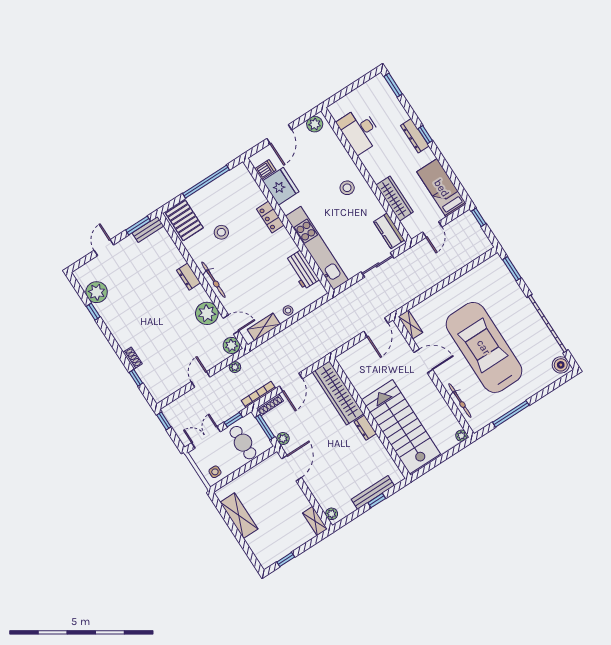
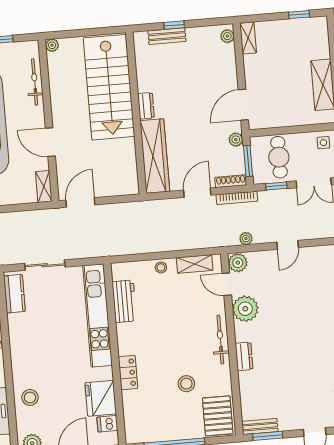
stool: (347, 188) -> (30, 397), moved
bench: (373, 492) -> (167, 36), width x0.73

